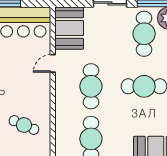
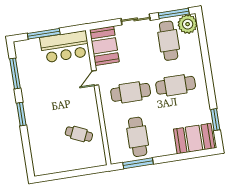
cafe table: (91, 86) -> (131, 92), turned 90

